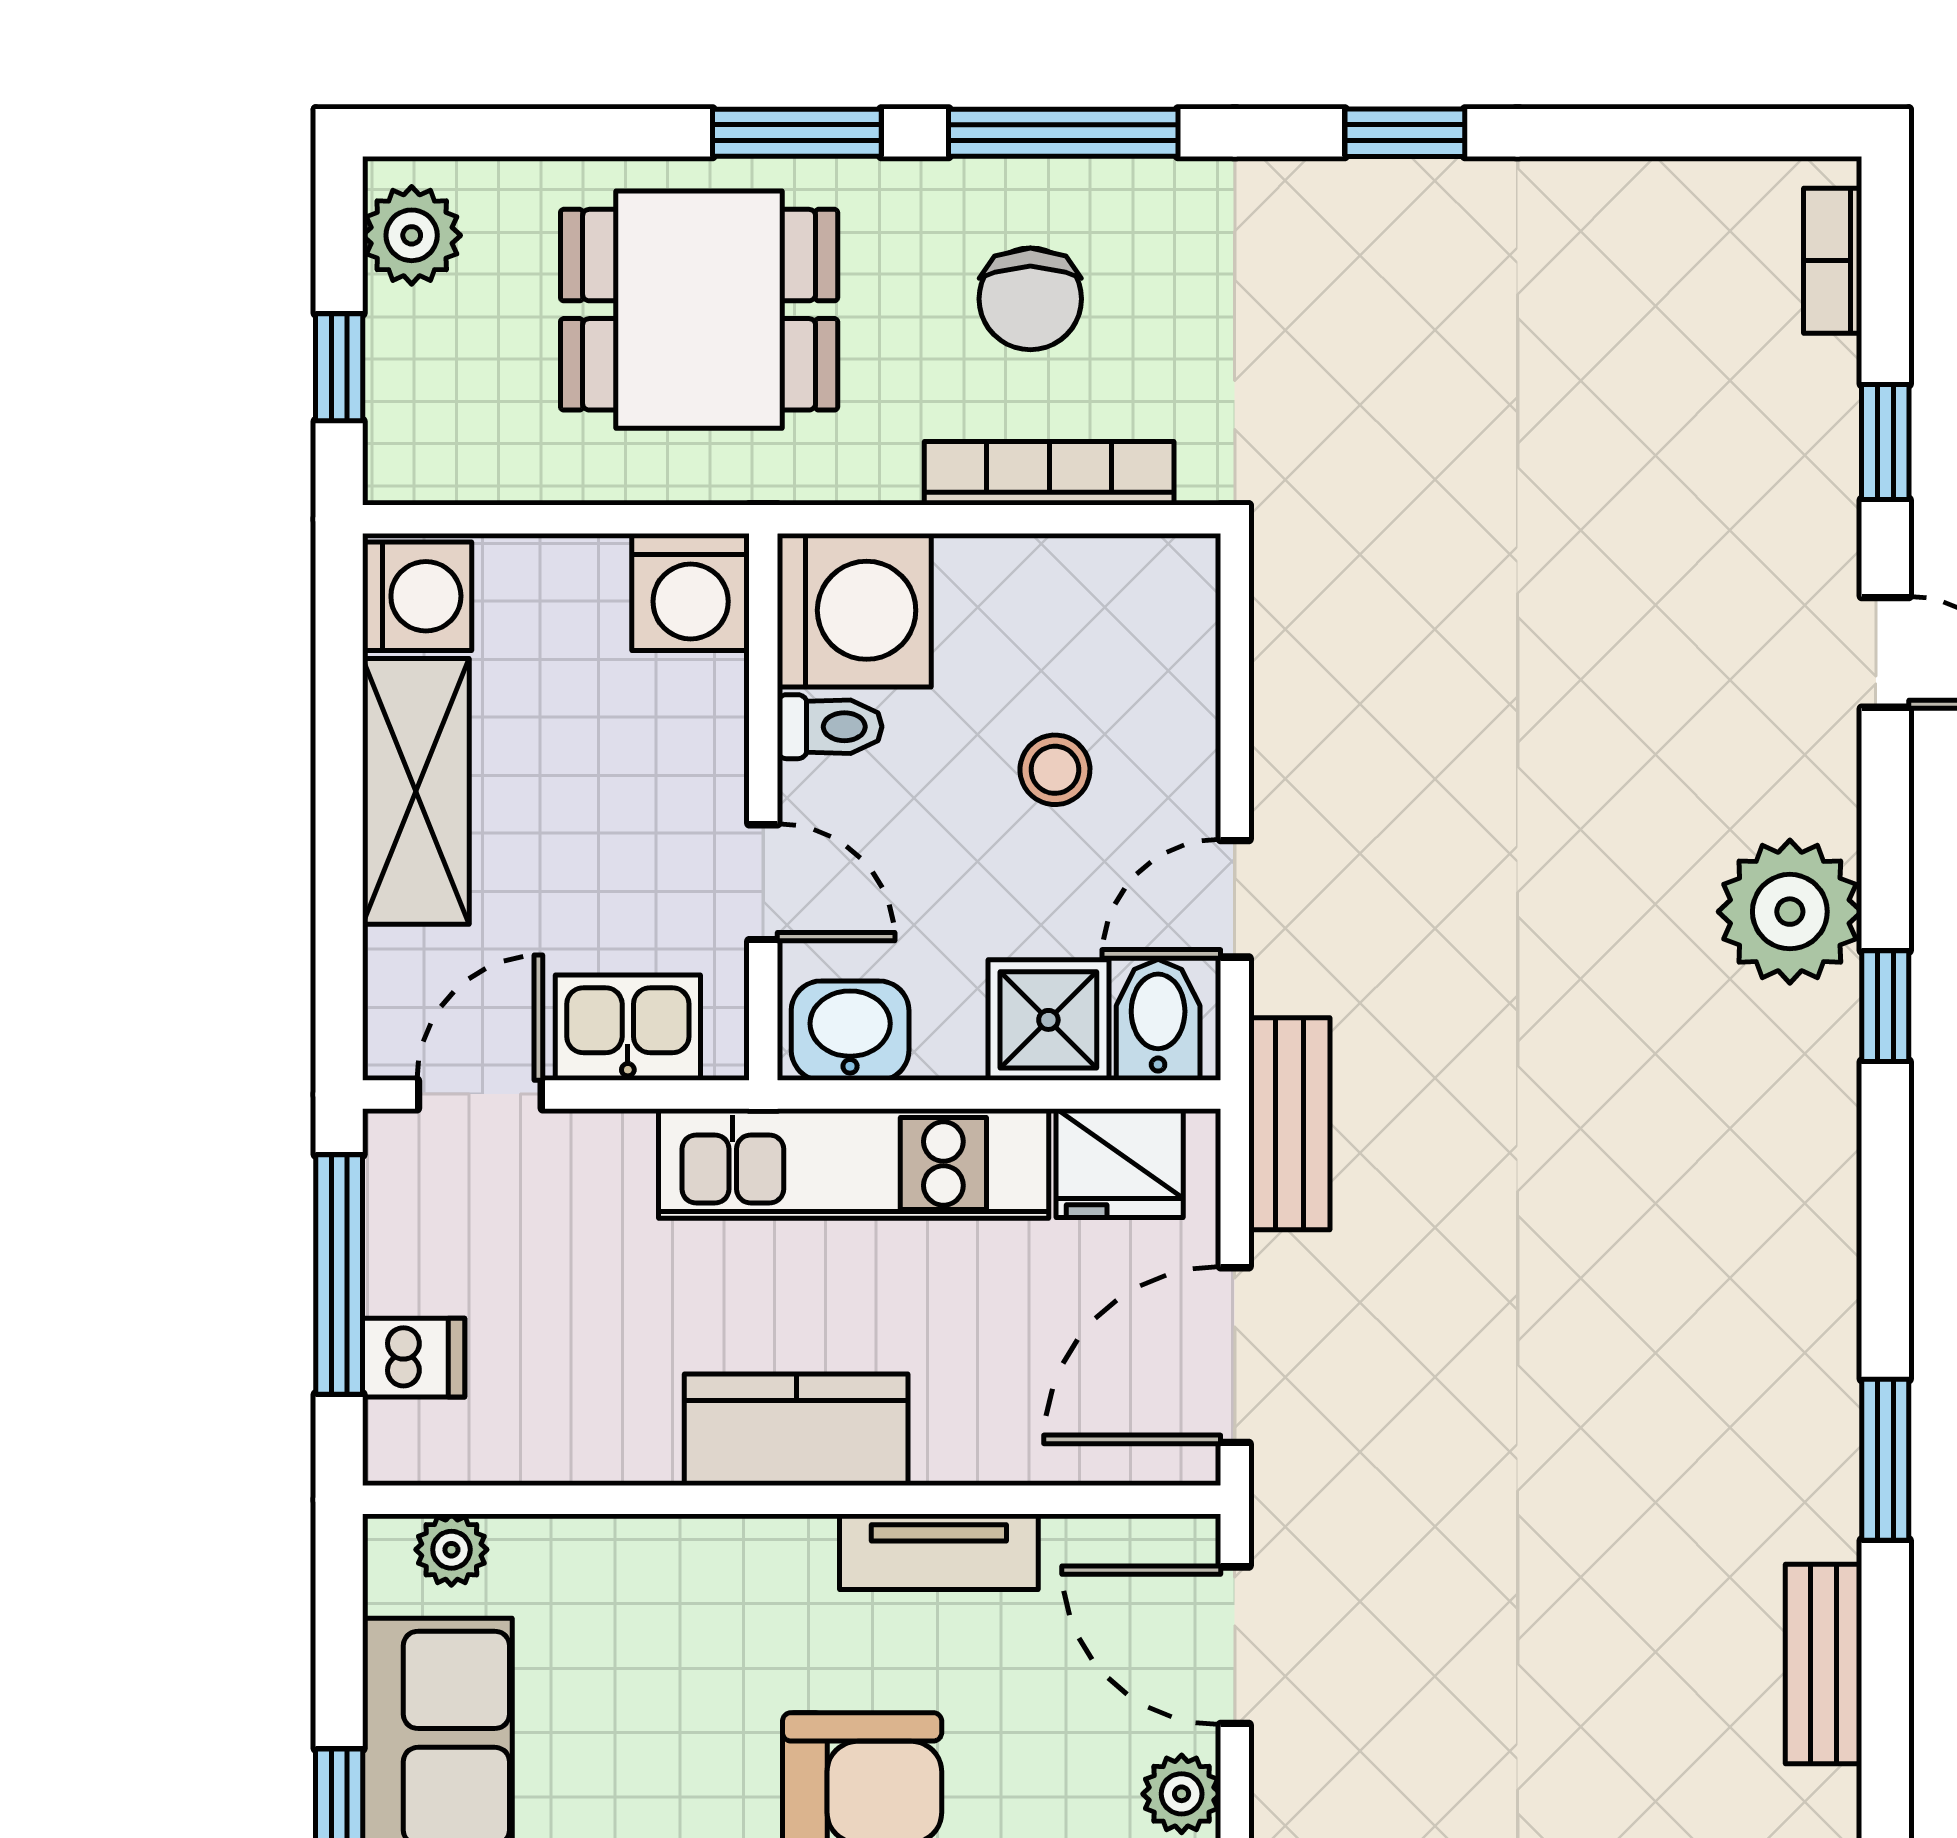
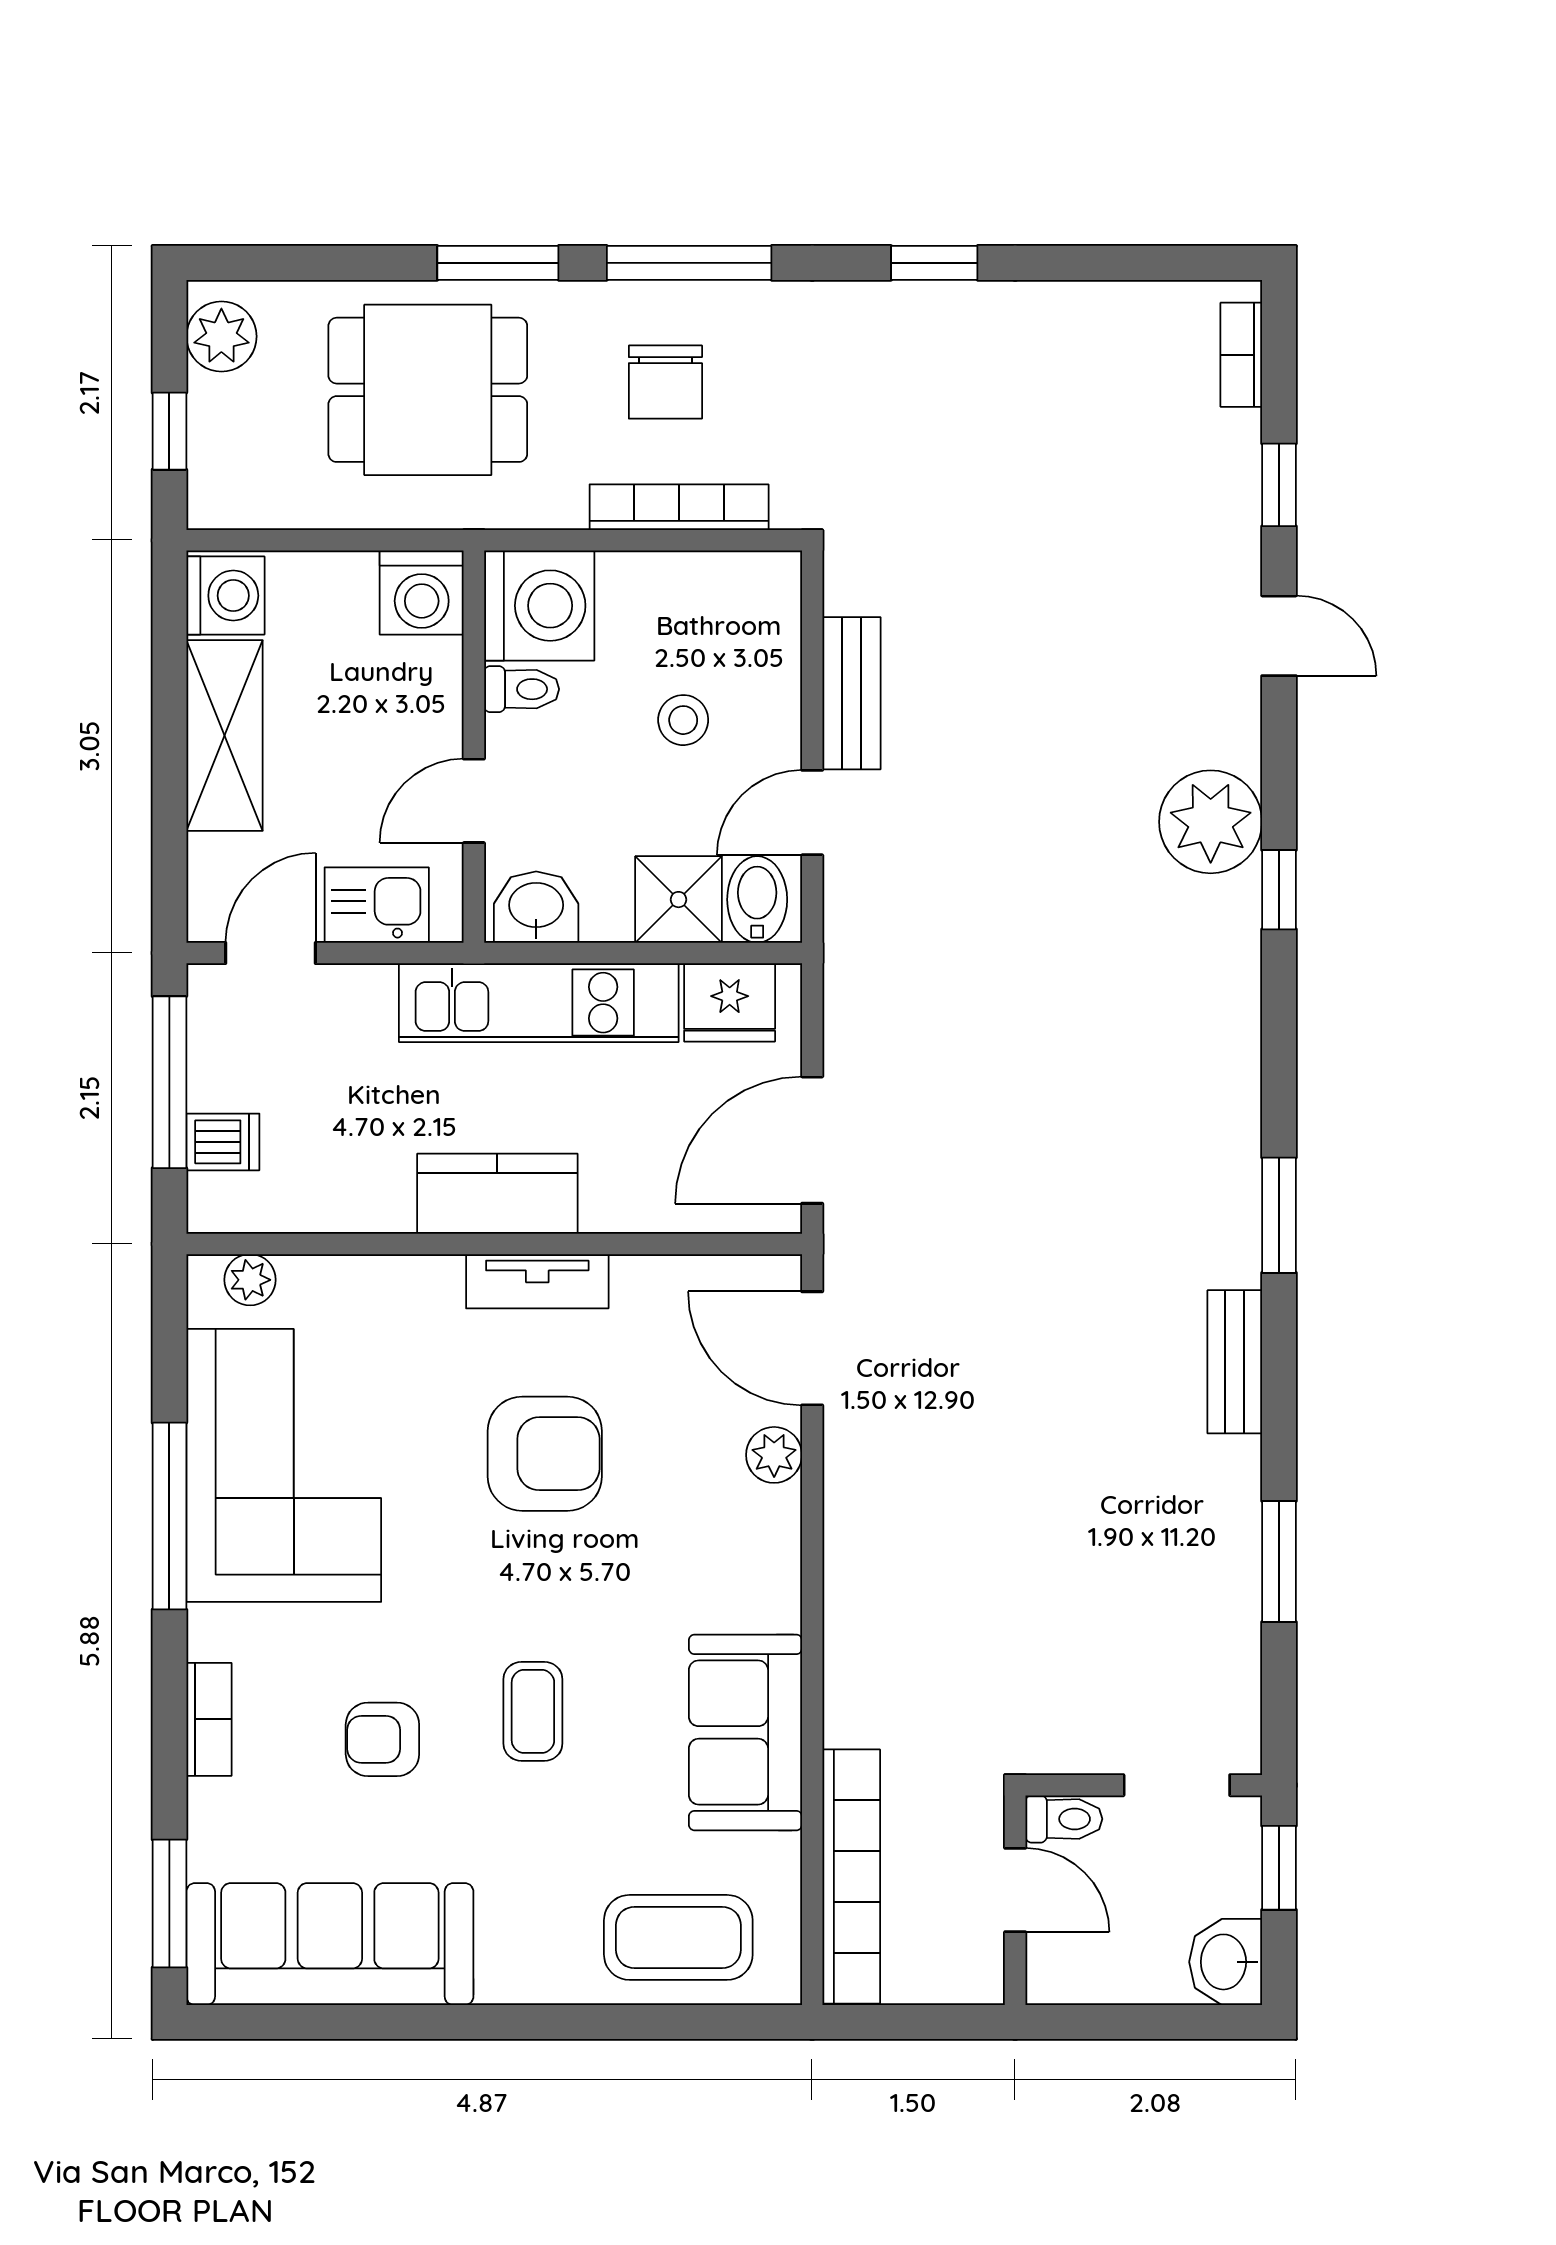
door: (763, 882) -> (474, 801), swing flipped
bench: (1289, 1124) -> (851, 693), moved
tv unit: (939, 1552) -> (537, 1281), moved

